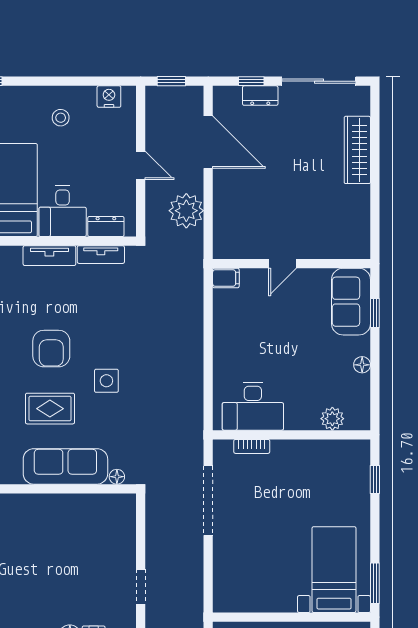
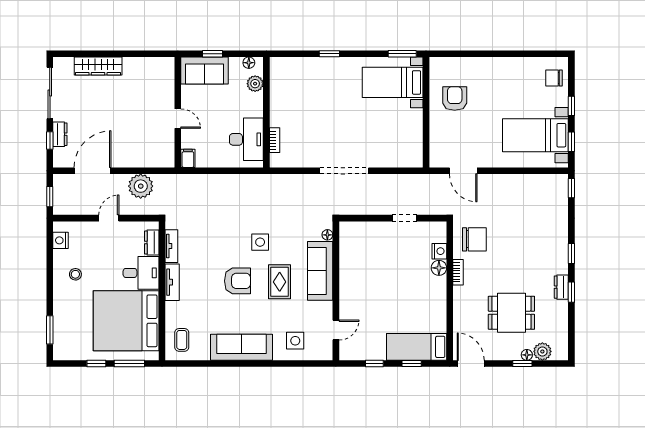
desk: (253, 406) -> (246, 139), moved
plant: (332, 419) -> (255, 84), moved
wall: (292, 435) -> (266, 112), moved
bookcase: (252, 446) -> (275, 140), moved

